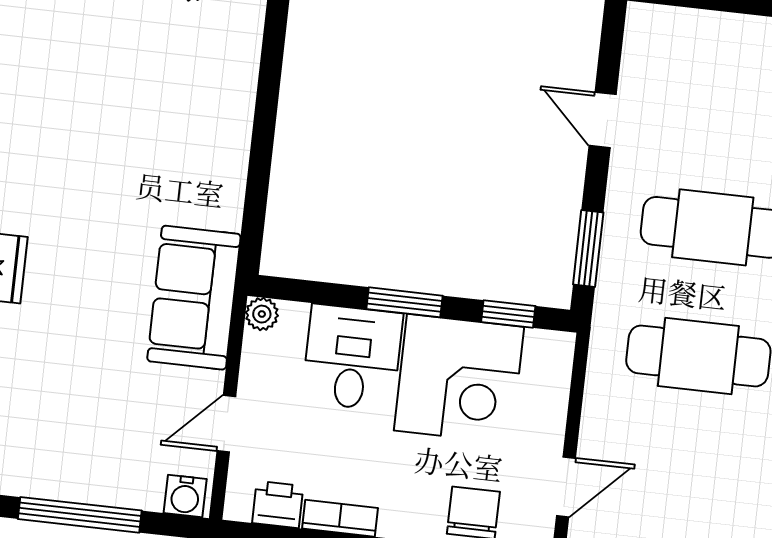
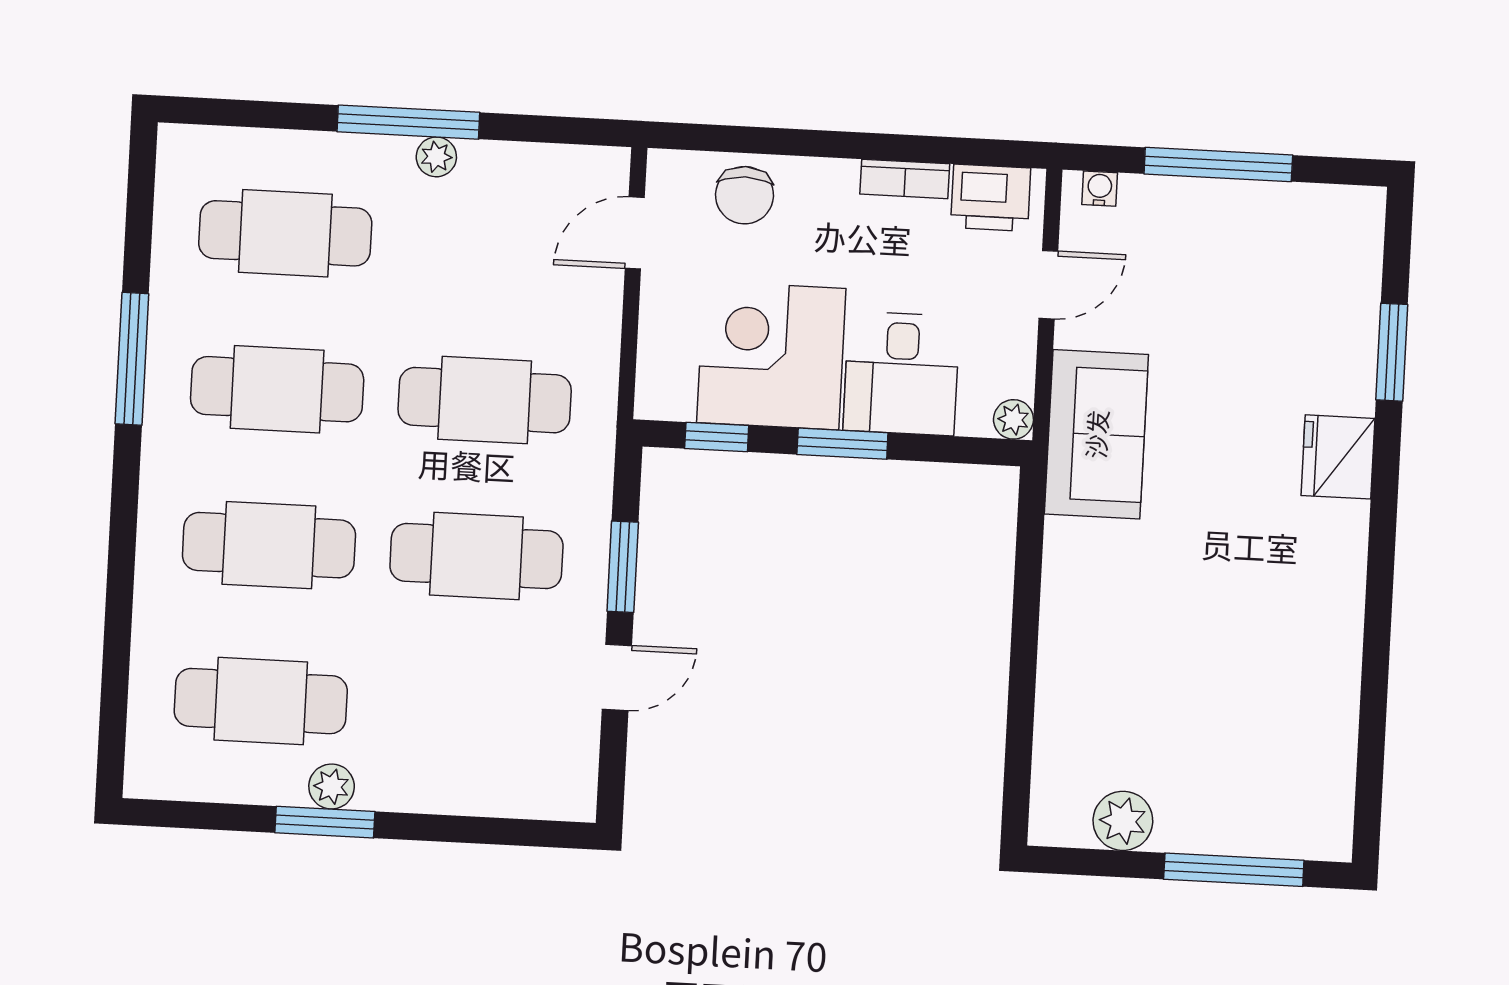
door: (603, 120) -> (617, 677), hinge flipped
window: (588, 249) -> (623, 567), moved
water cooler: (185, 496) -> (1100, 189), width x0.72, depth x0.72
printer: (278, 504) -> (991, 198), width x1.36, depth x1.24

